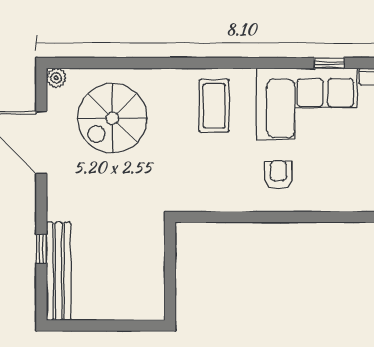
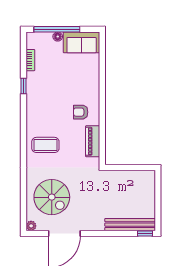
corner sofa: (307, 104) -> (44, 97), removed
piano: (221, 198) -> (93, 141), added
window: (41, 249) -> (145, 233), moved

